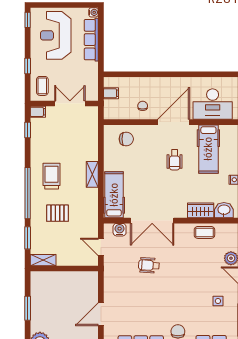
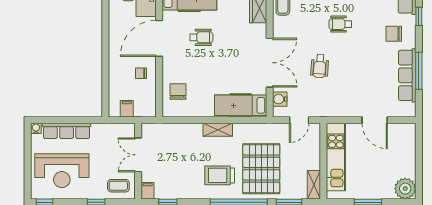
door: (174, 122) -> (159, 38), hinge flipped
pallet: (58, 213) -> (261, 169), width x2.05, depth x2.00
kitchen unit: (68, 280) -> (336, 157), added
wheelchair: (186, 284) -> (340, 24), added

